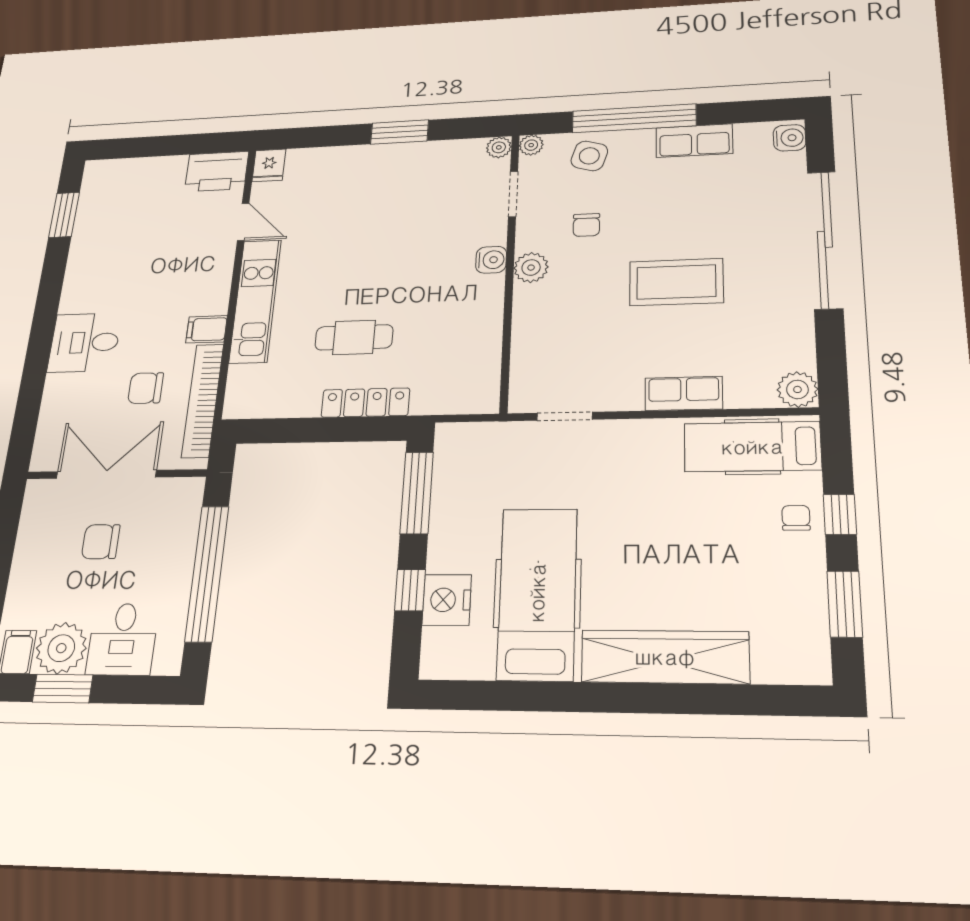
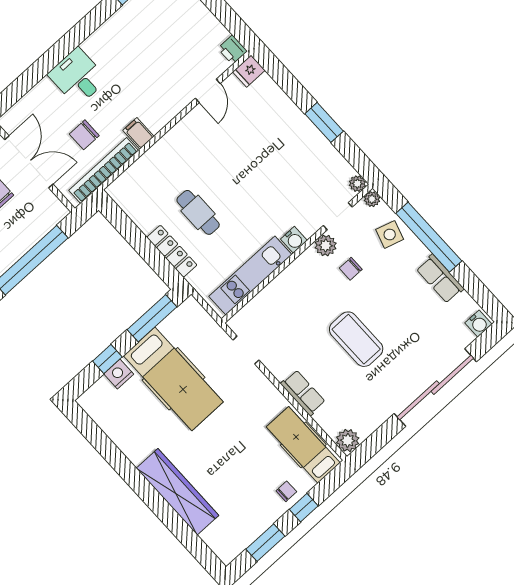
printer: (217, 171) -> (232, 50), width x0.53, depth x0.68
plant: (531, 268) -> (326, 245), moved
kitchen unit: (255, 301) -> (250, 275), moved, turned 180
chair: (146, 388) -> (84, 135), turned -90
hospital bed: (537, 593) -> (173, 379), moved, turned 90
nightstand: (447, 600) -> (119, 374), width x0.74, depth x0.75

